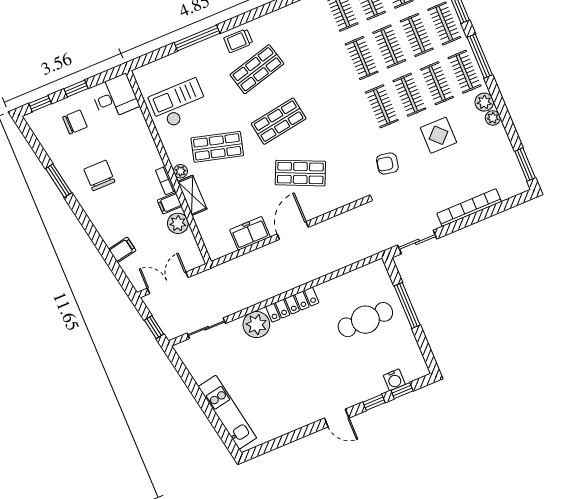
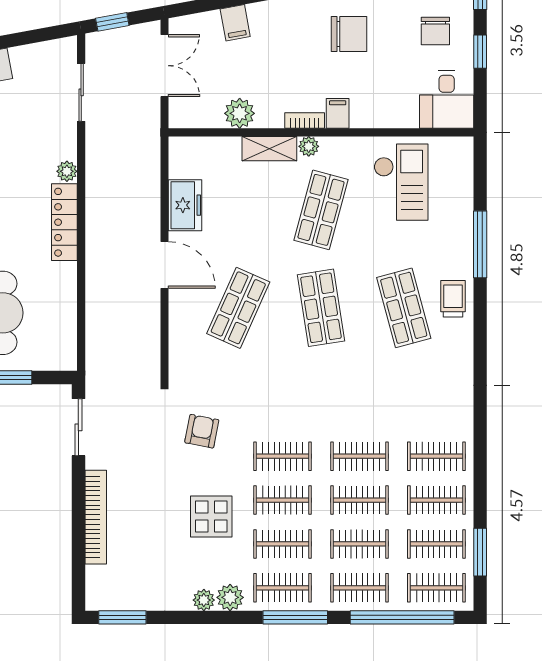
filing cabinet: (170, 203) -> (338, 113), moved
plant: (256, 325) -> (67, 171), width x0.53, depth x0.53

